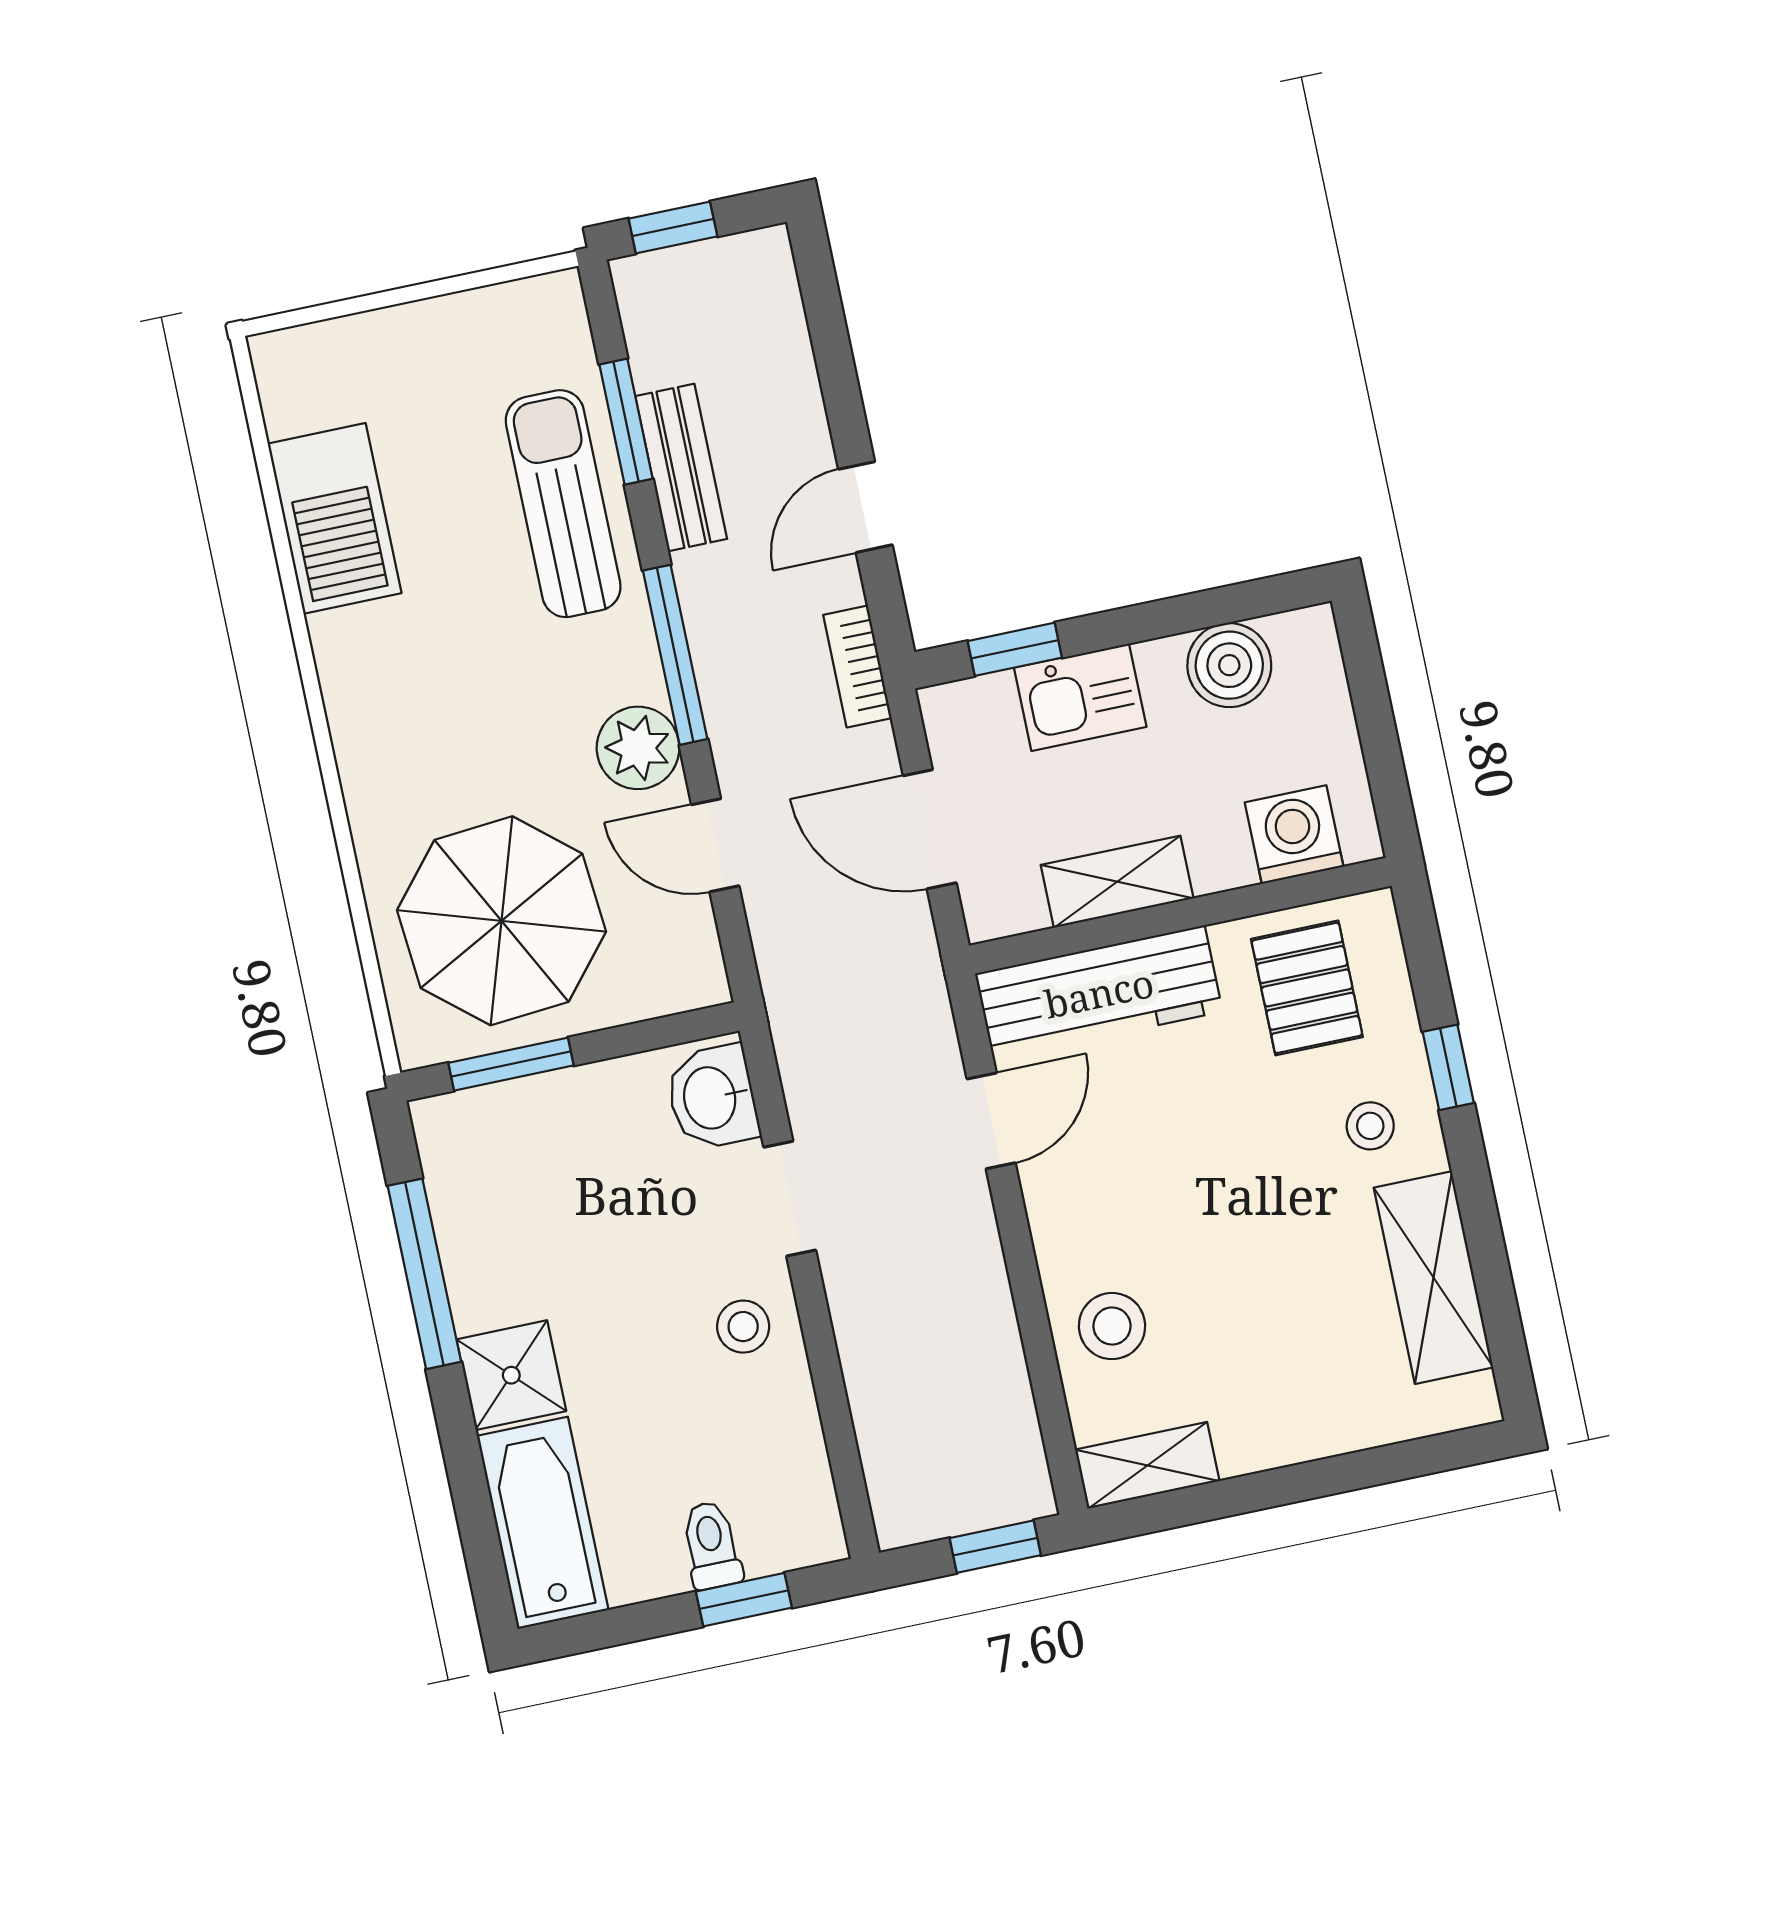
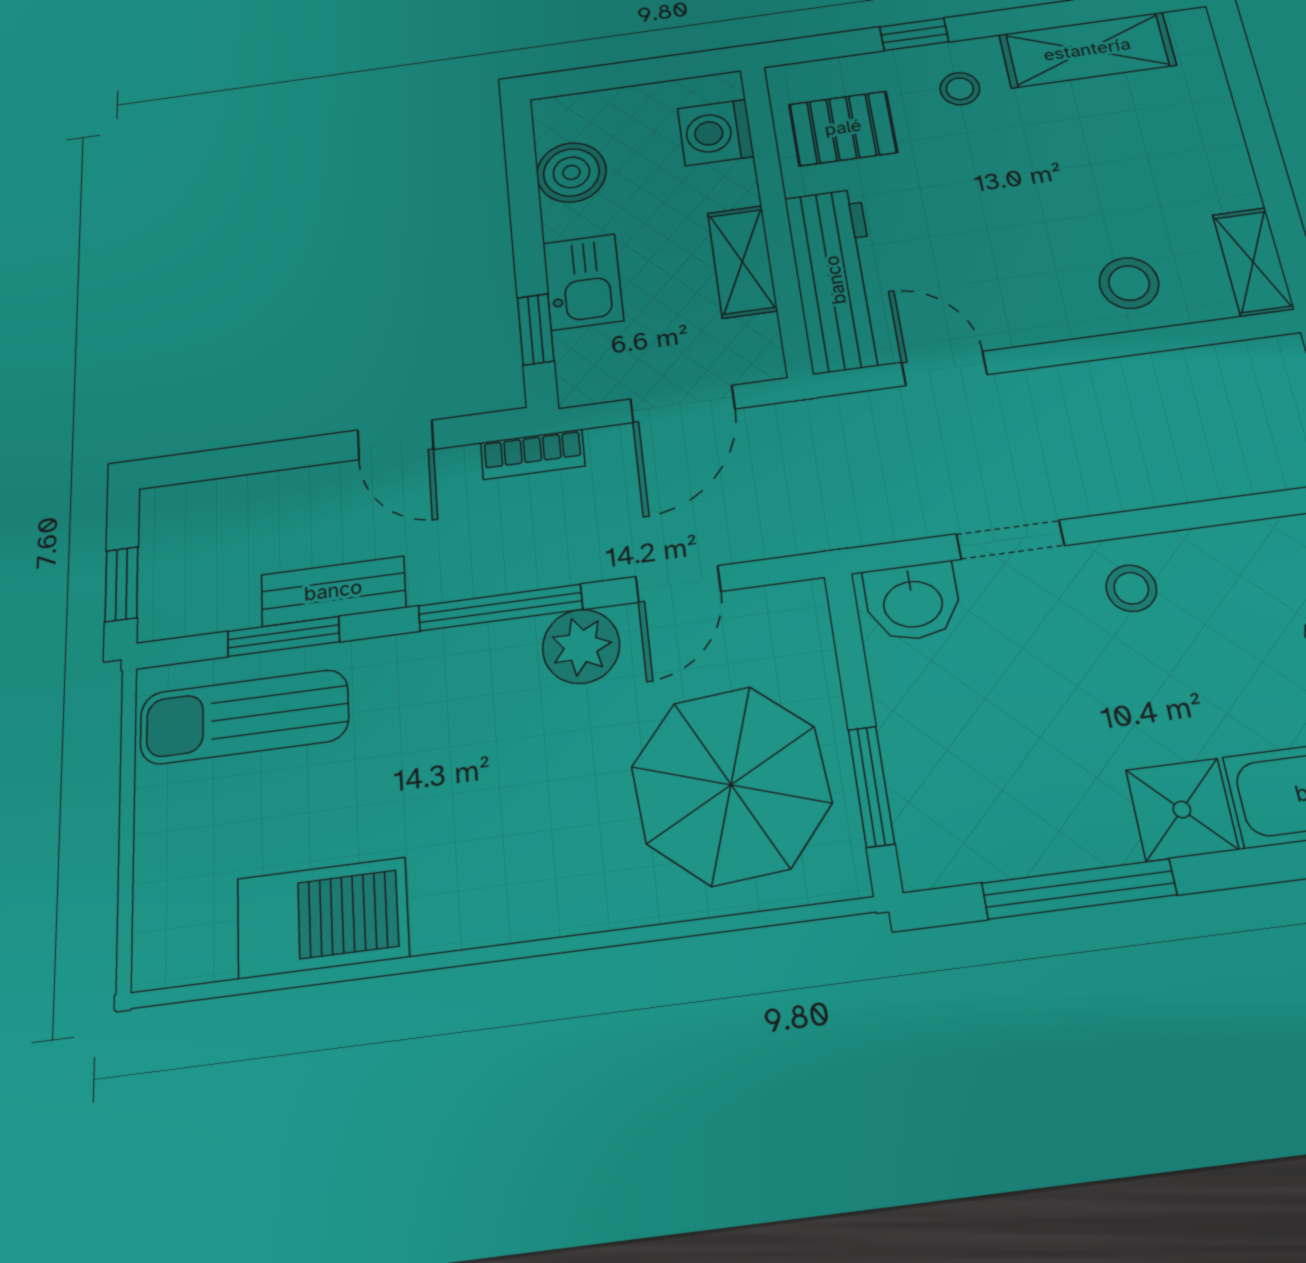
sun lounger: (563, 504) -> (244, 717), moved

